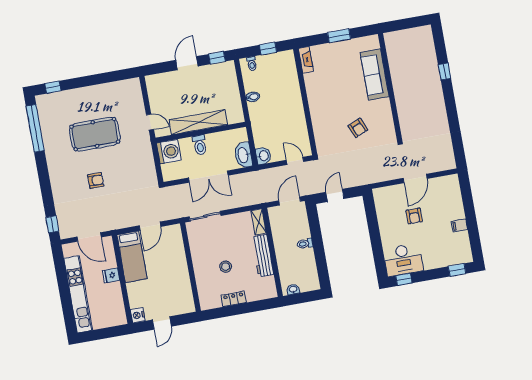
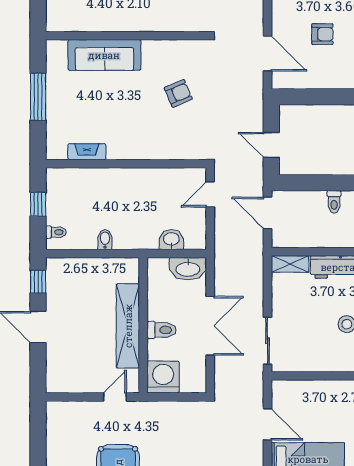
window: (339, 36) -> (38, 97), width x1.44
fireplace: (306, 60) -> (87, 152), moved
washbasin: (263, 156) -> (171, 240), moved
door: (415, 178) -> (267, 53), moved

